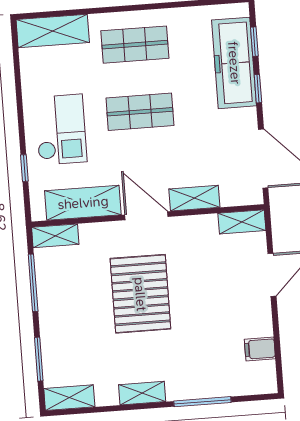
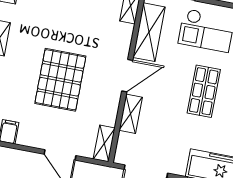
pallet: (140, 294) -> (60, 80), moved, turned 90

